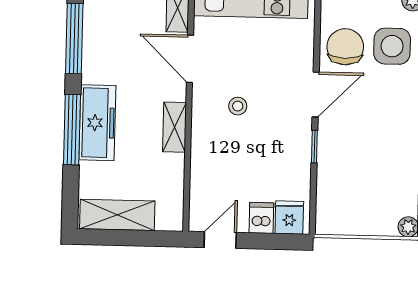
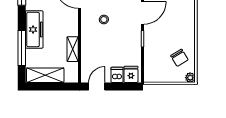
shelving: (174, 127) -> (73, 49), moved
window: (72, 130) -> (22, 48), moved
chair: (387, 187) -> (179, 58), added

